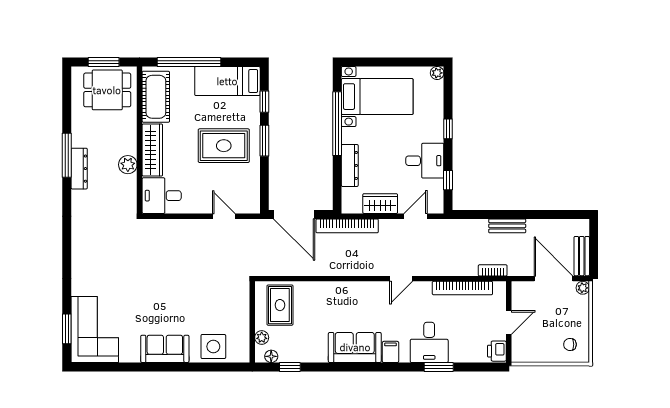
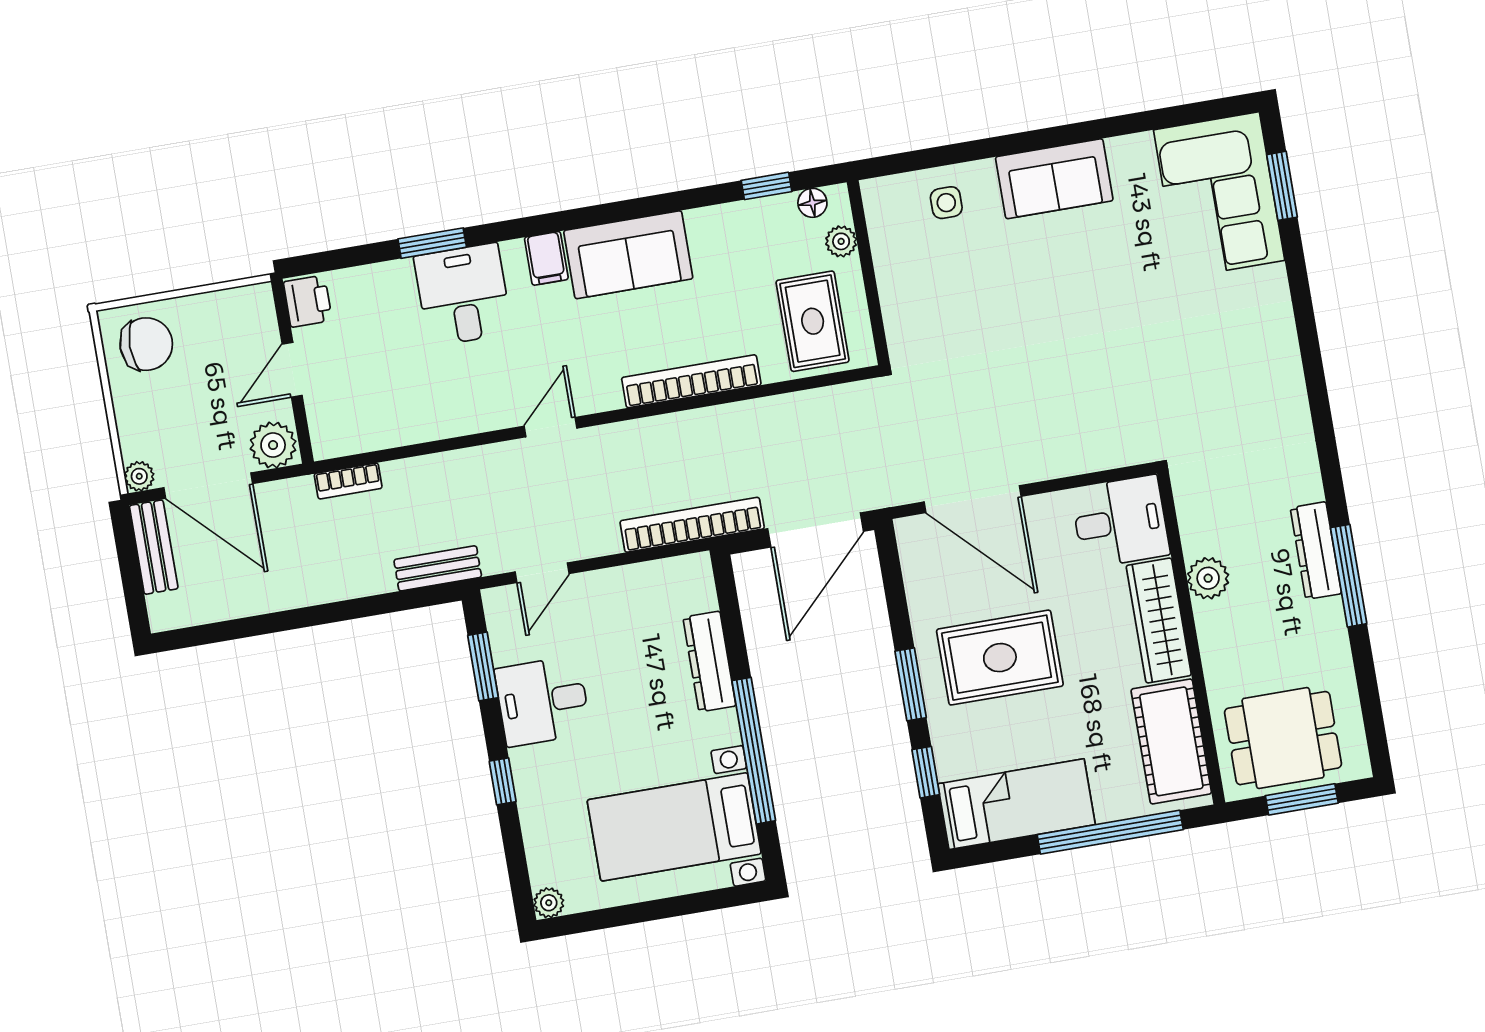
window: (448, 180) -> (483, 666), width x1.50
wardrobe: (380, 204) -> (627, 588), removed
door: (294, 215) -> (816, 530), swing flipped
door: (224, 216) -> (973, 499), width x1.87
bench: (507, 226) -> (438, 568), moved
bookcase: (462, 288) -> (691, 381), moved
plant: (523, 291) -> (273, 445), added
chair: (570, 344) -> (146, 344), width x1.87, depth x1.87
side table: (213, 346) -> (946, 203), width x0.54, depth x0.54

